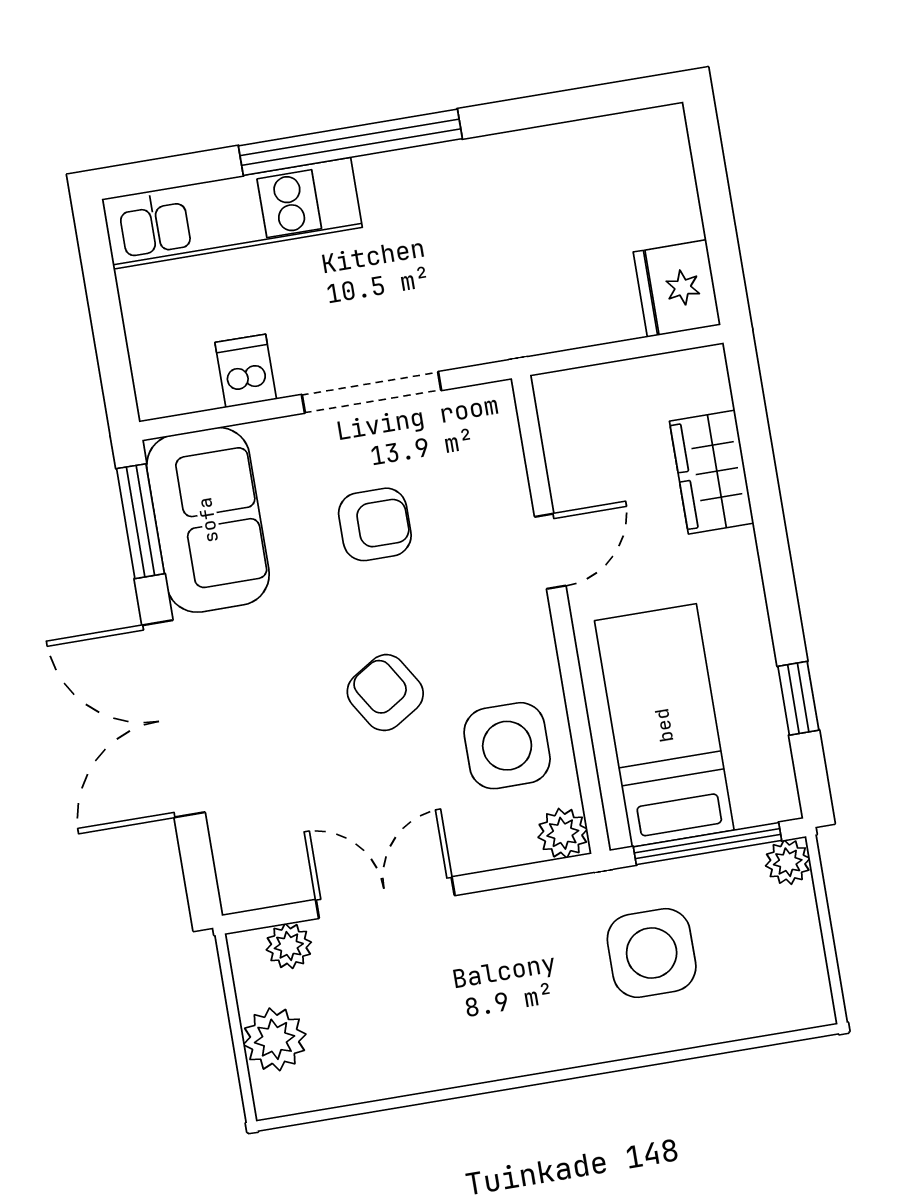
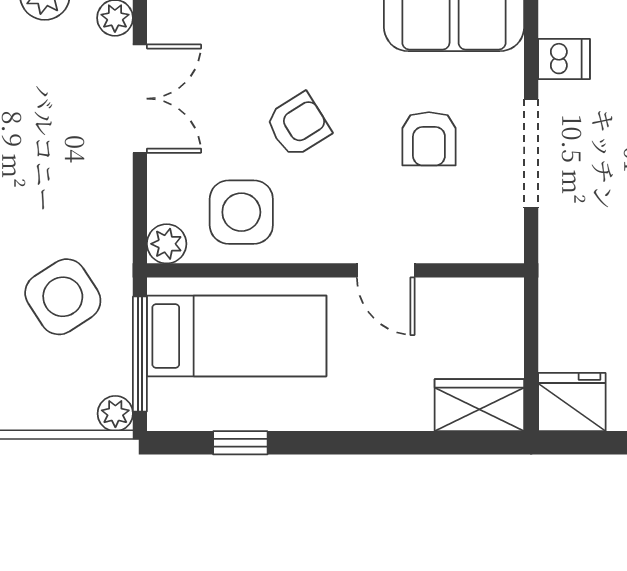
wardrobe: (712, 472) -> (479, 405), moved
side table: (652, 953) -> (63, 297), turned -33

